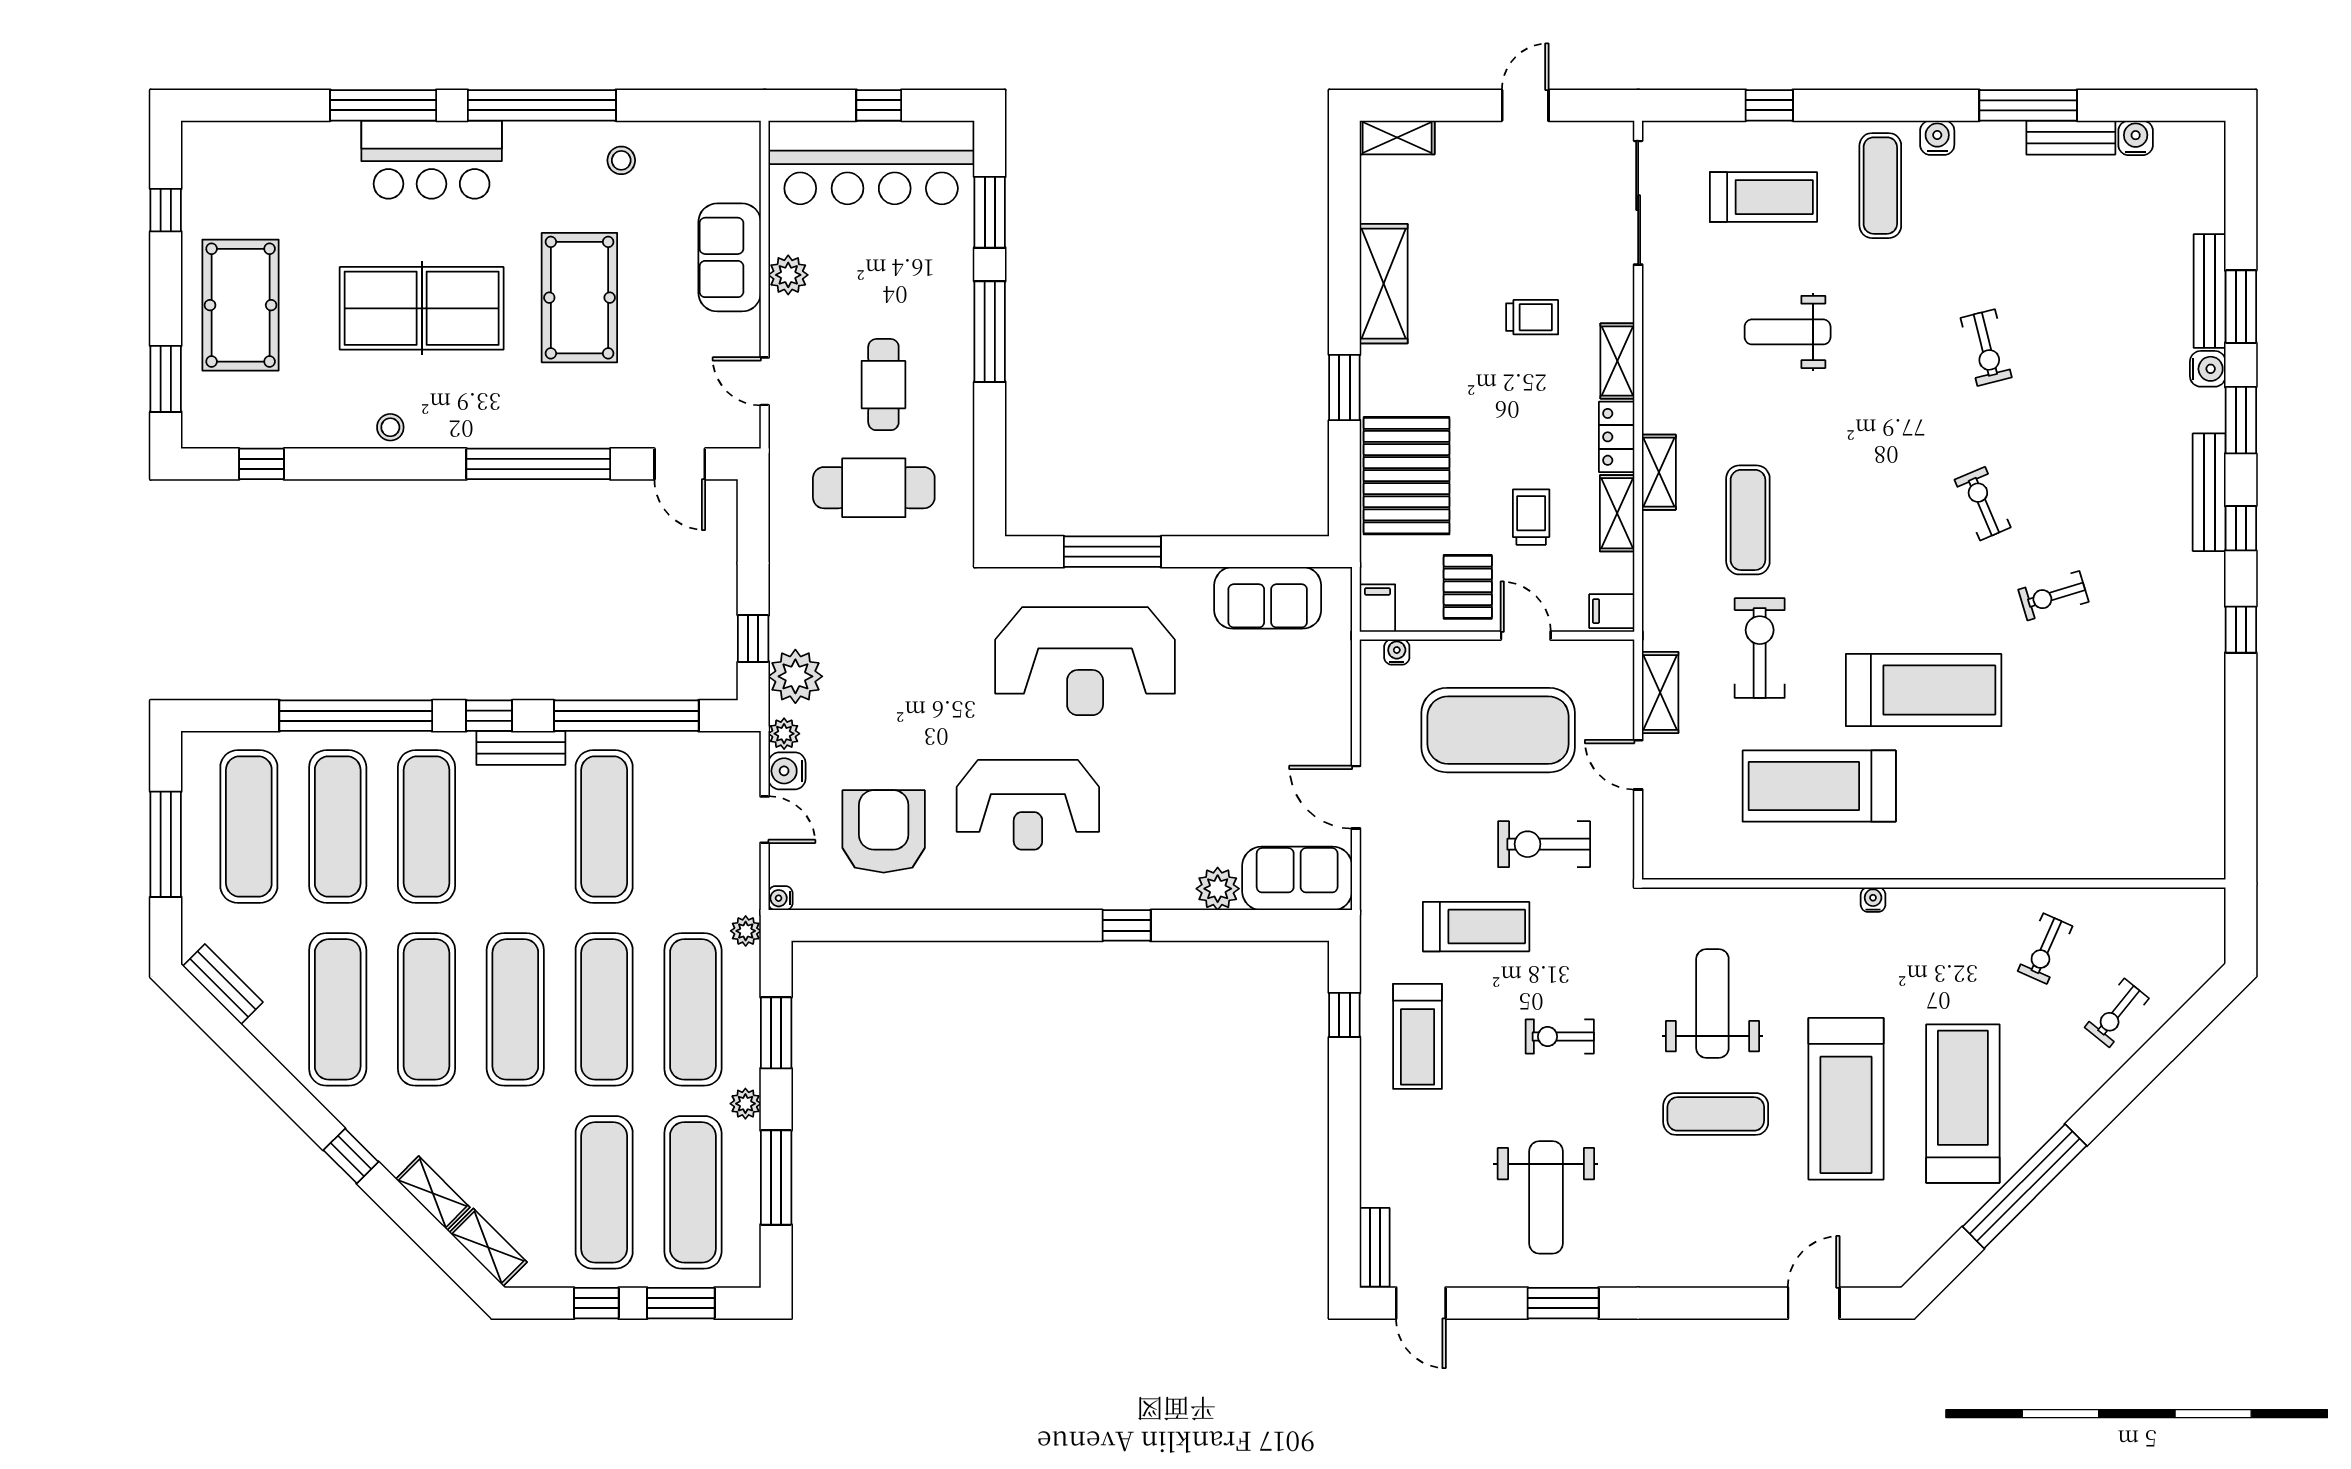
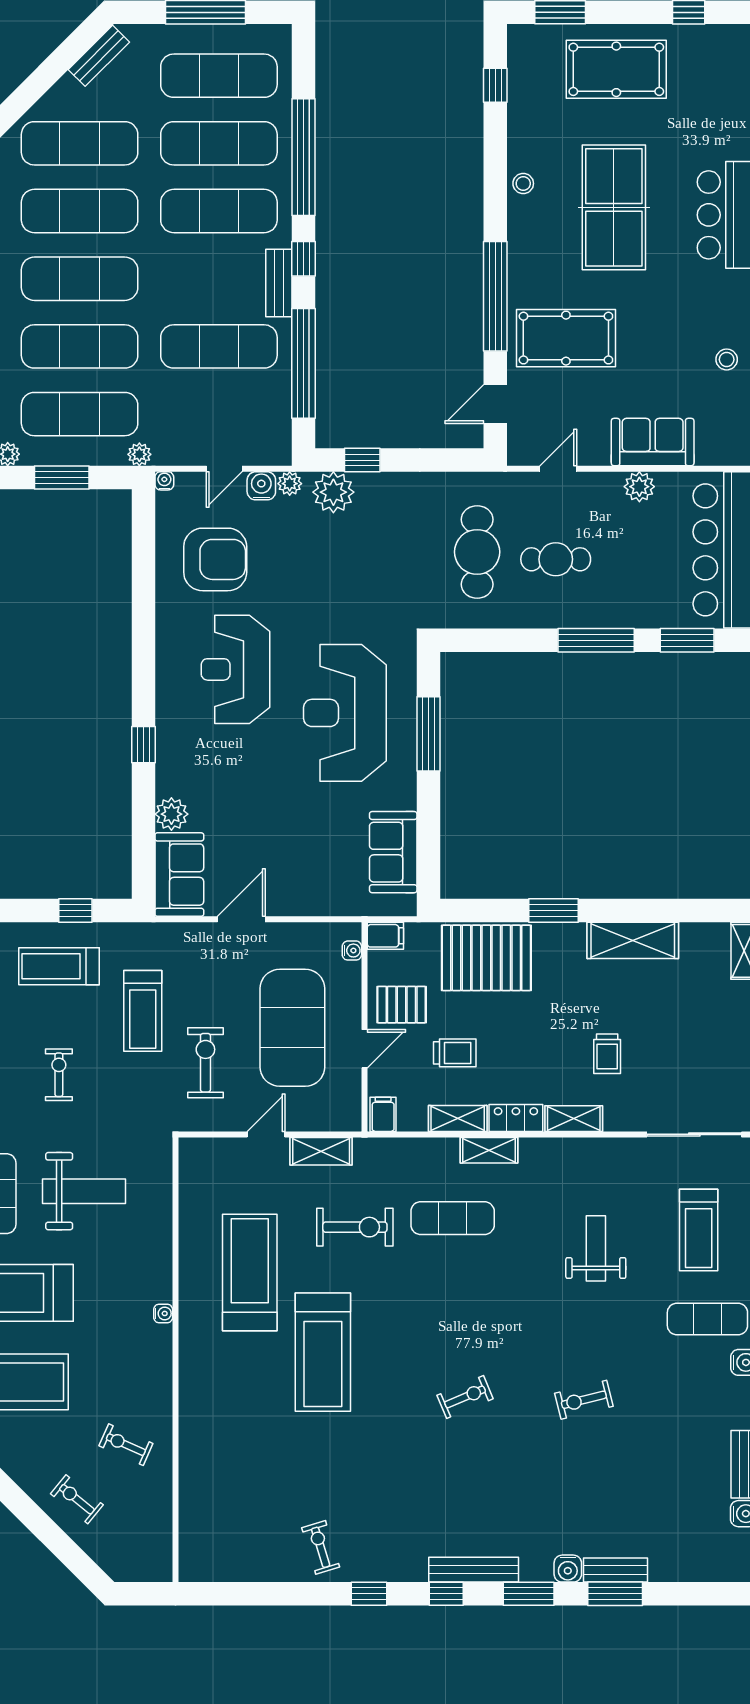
bench: (2210, 291) -> (615, 1570), width x0.73
pool table: (579, 298) -> (566, 338), moved
exercise bike: (2053, 596) -> (321, 1547), moved

